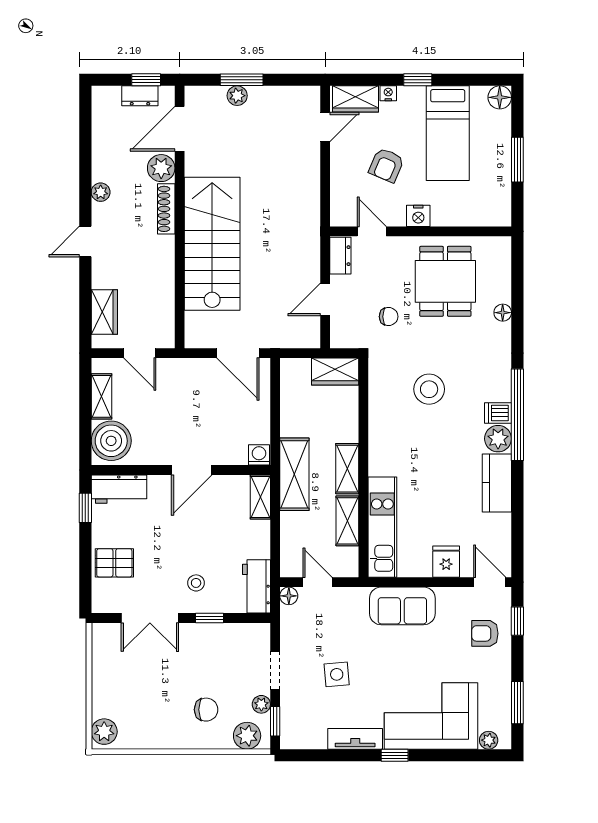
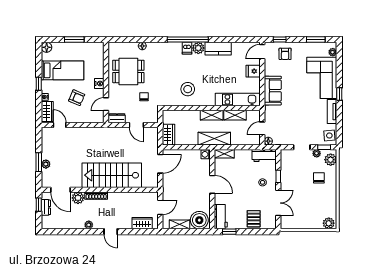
wardrobe: (335, 371) -> (168, 135), moved
stool: (429, 389) -> (188, 89), moved
side table: (337, 674) -> (329, 136), moved

